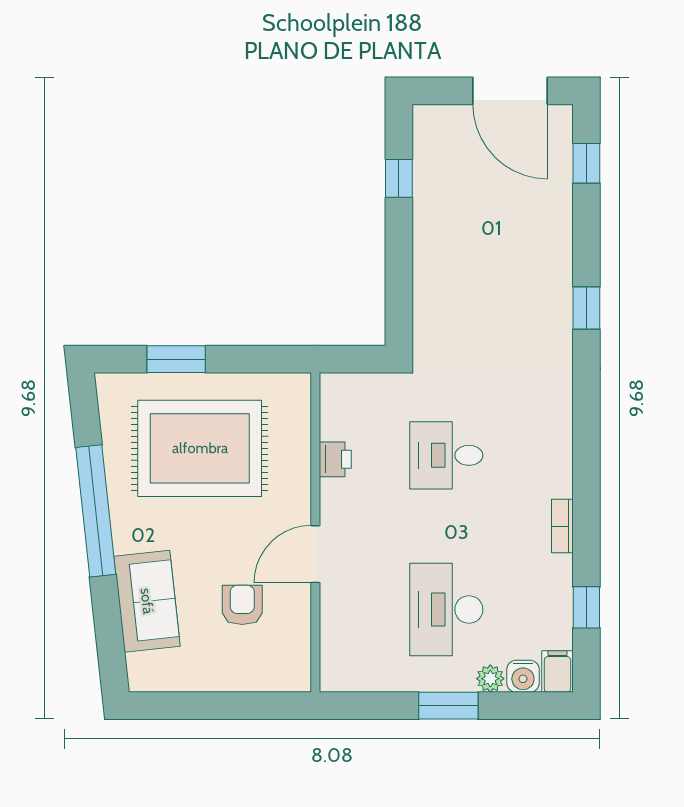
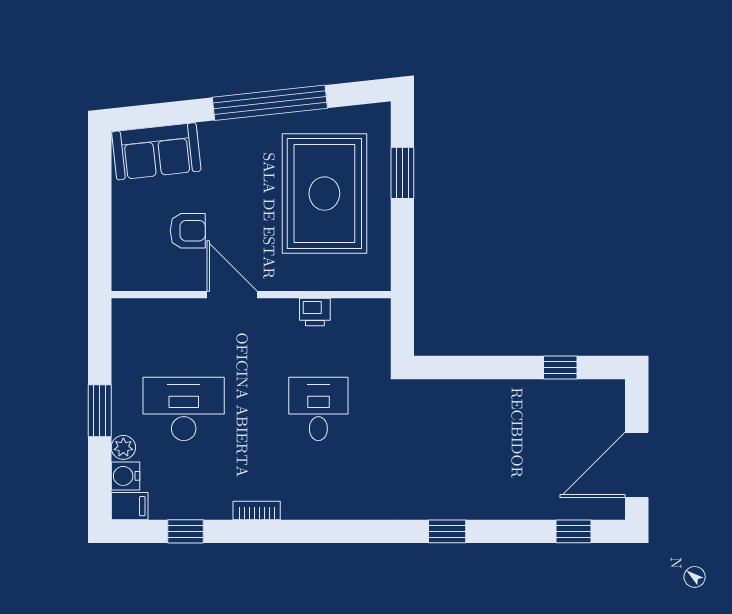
sofa: (147, 601) -> (156, 151), moved

